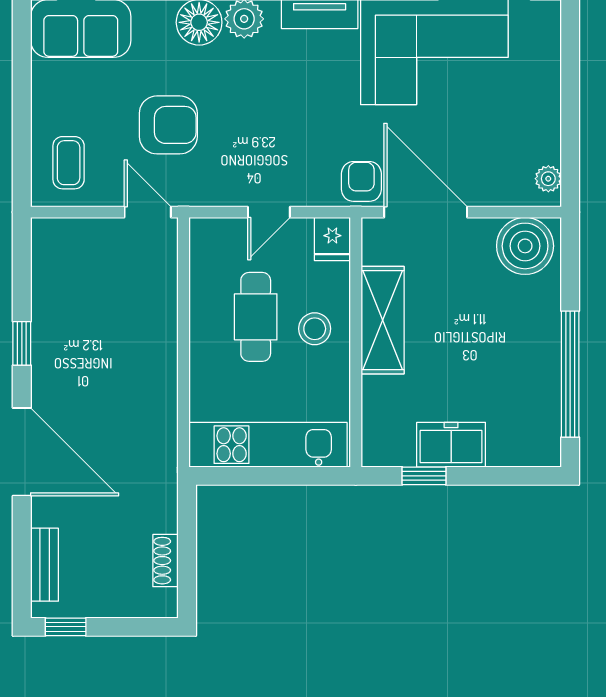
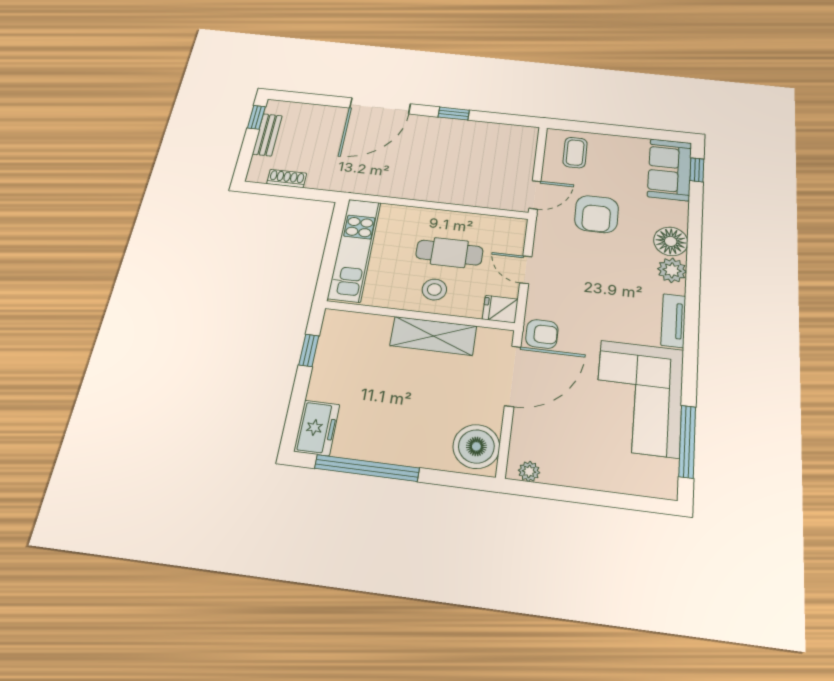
coffee table: (69, 163) -> (575, 153), turned 90
freezer: (451, 445) -> (317, 428), moved
bench: (45, 565) -> (267, 135), moved, turned 90

